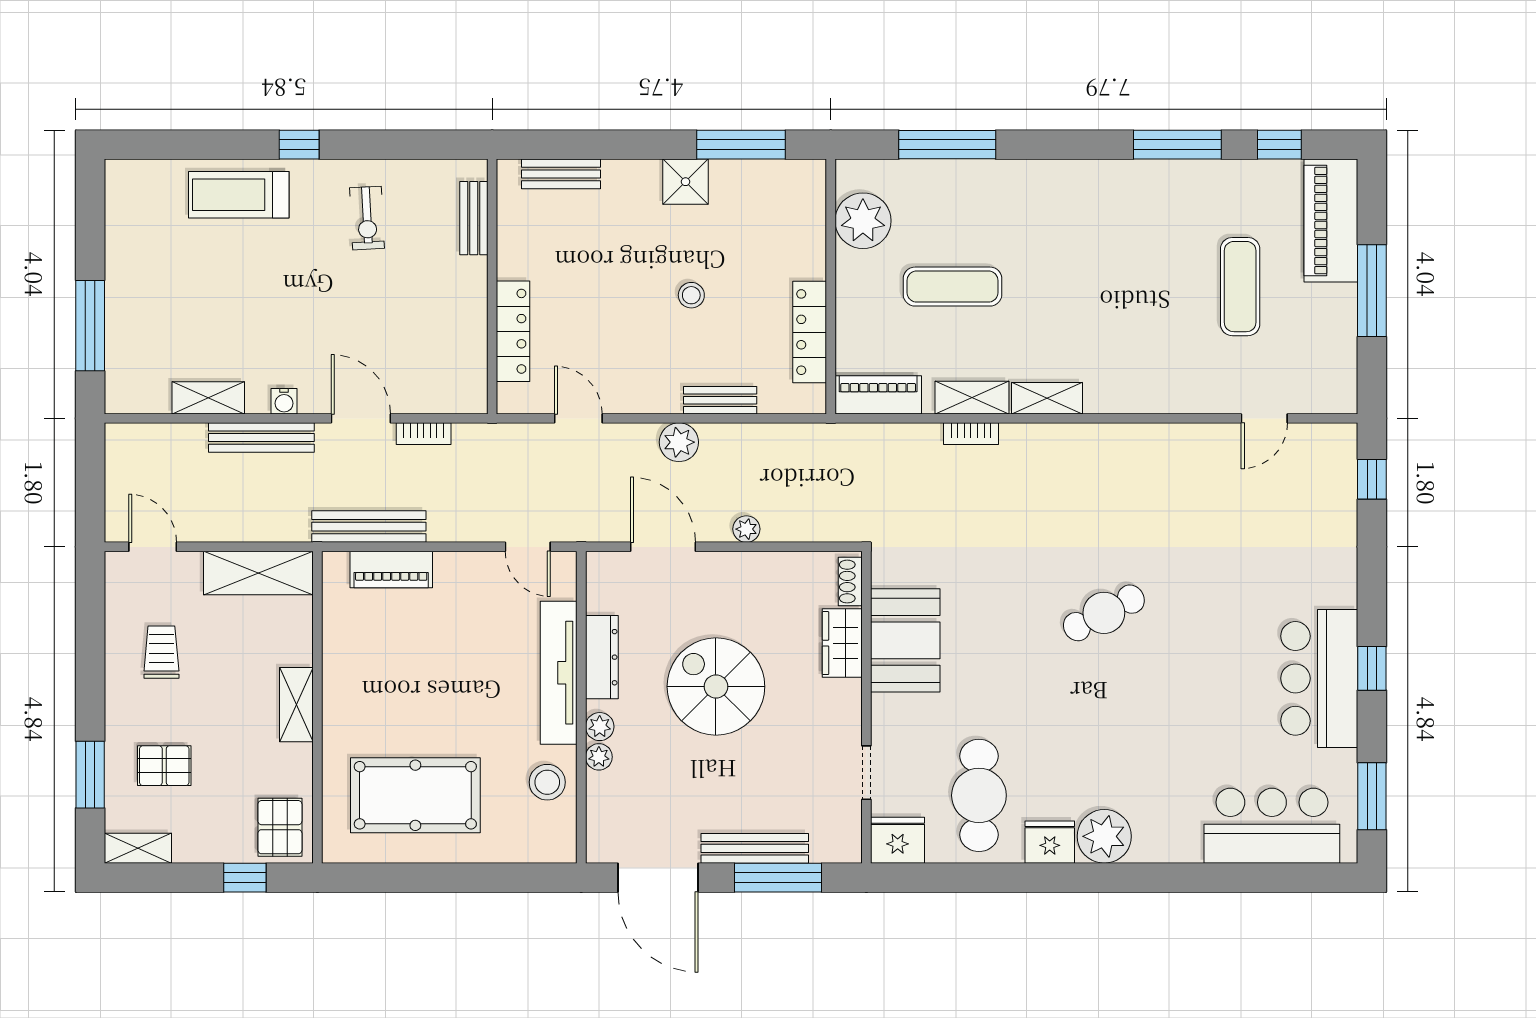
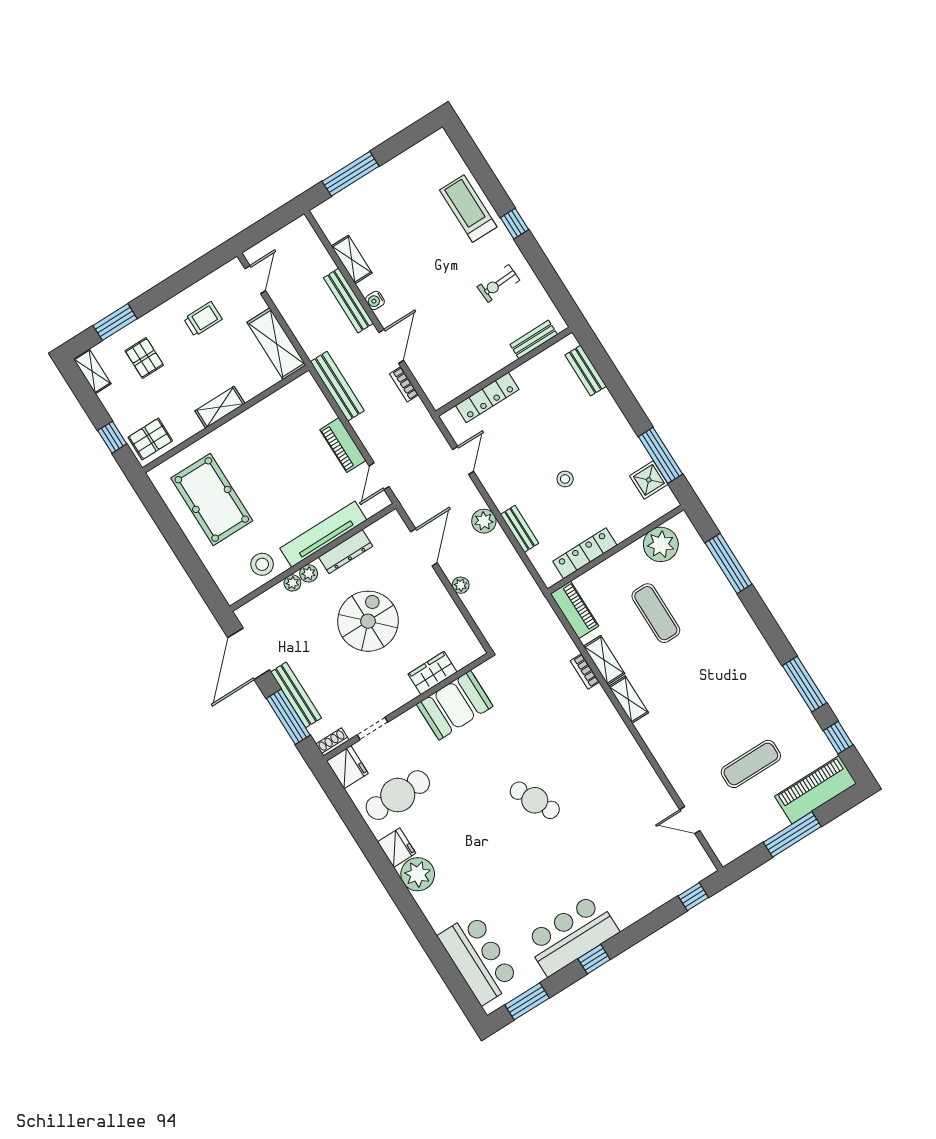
shower: (686, 182) -> (649, 480), moved
piano: (391, 569) -> (343, 445), moved
shoe rack: (850, 582) -> (332, 742), moved

